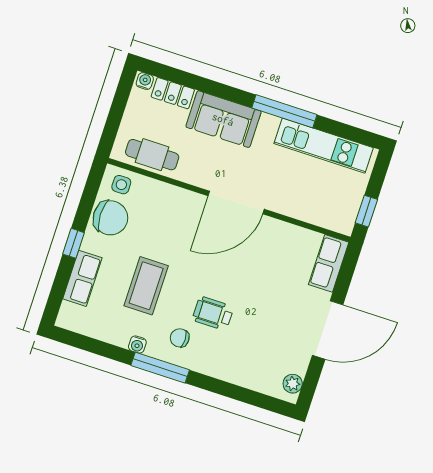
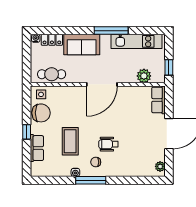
plant: (317, 212) -> (144, 76), added

